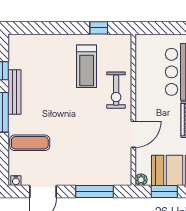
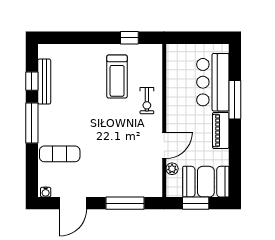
exercise bike: (116, 90) -> (147, 101), width x0.73, depth x0.72
bench: (15, 92) -> (44, 81), moved
plant: (141, 180) -> (172, 169), moved

